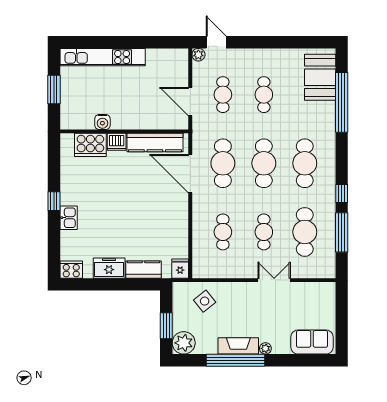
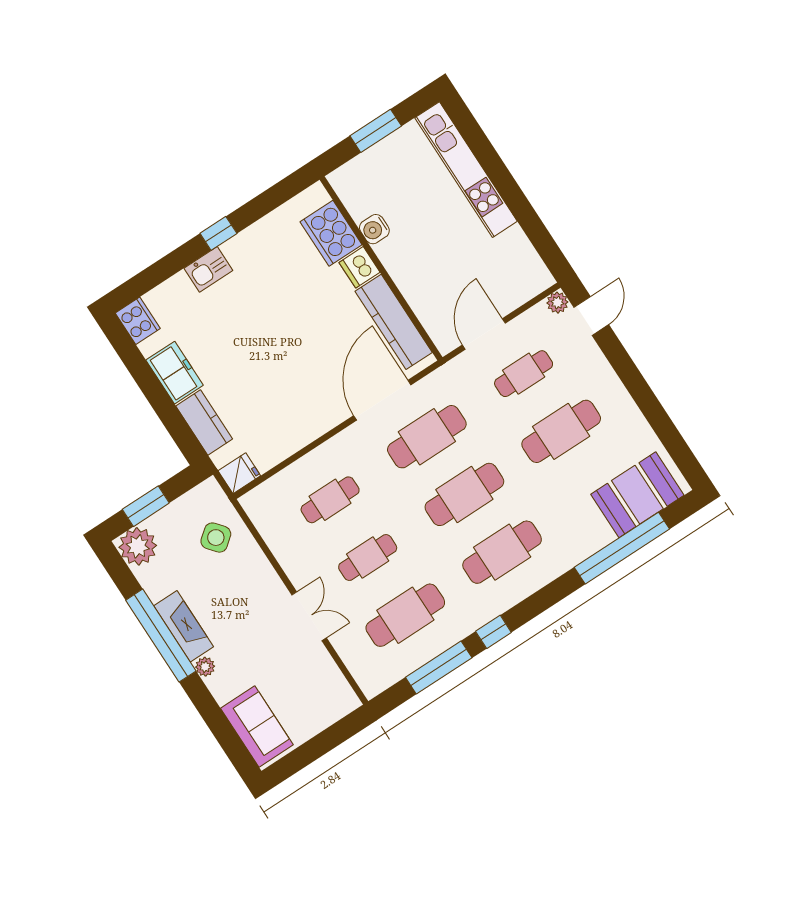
cafe table: (264, 95) -> (561, 431), width x1.37, depth x1.35

